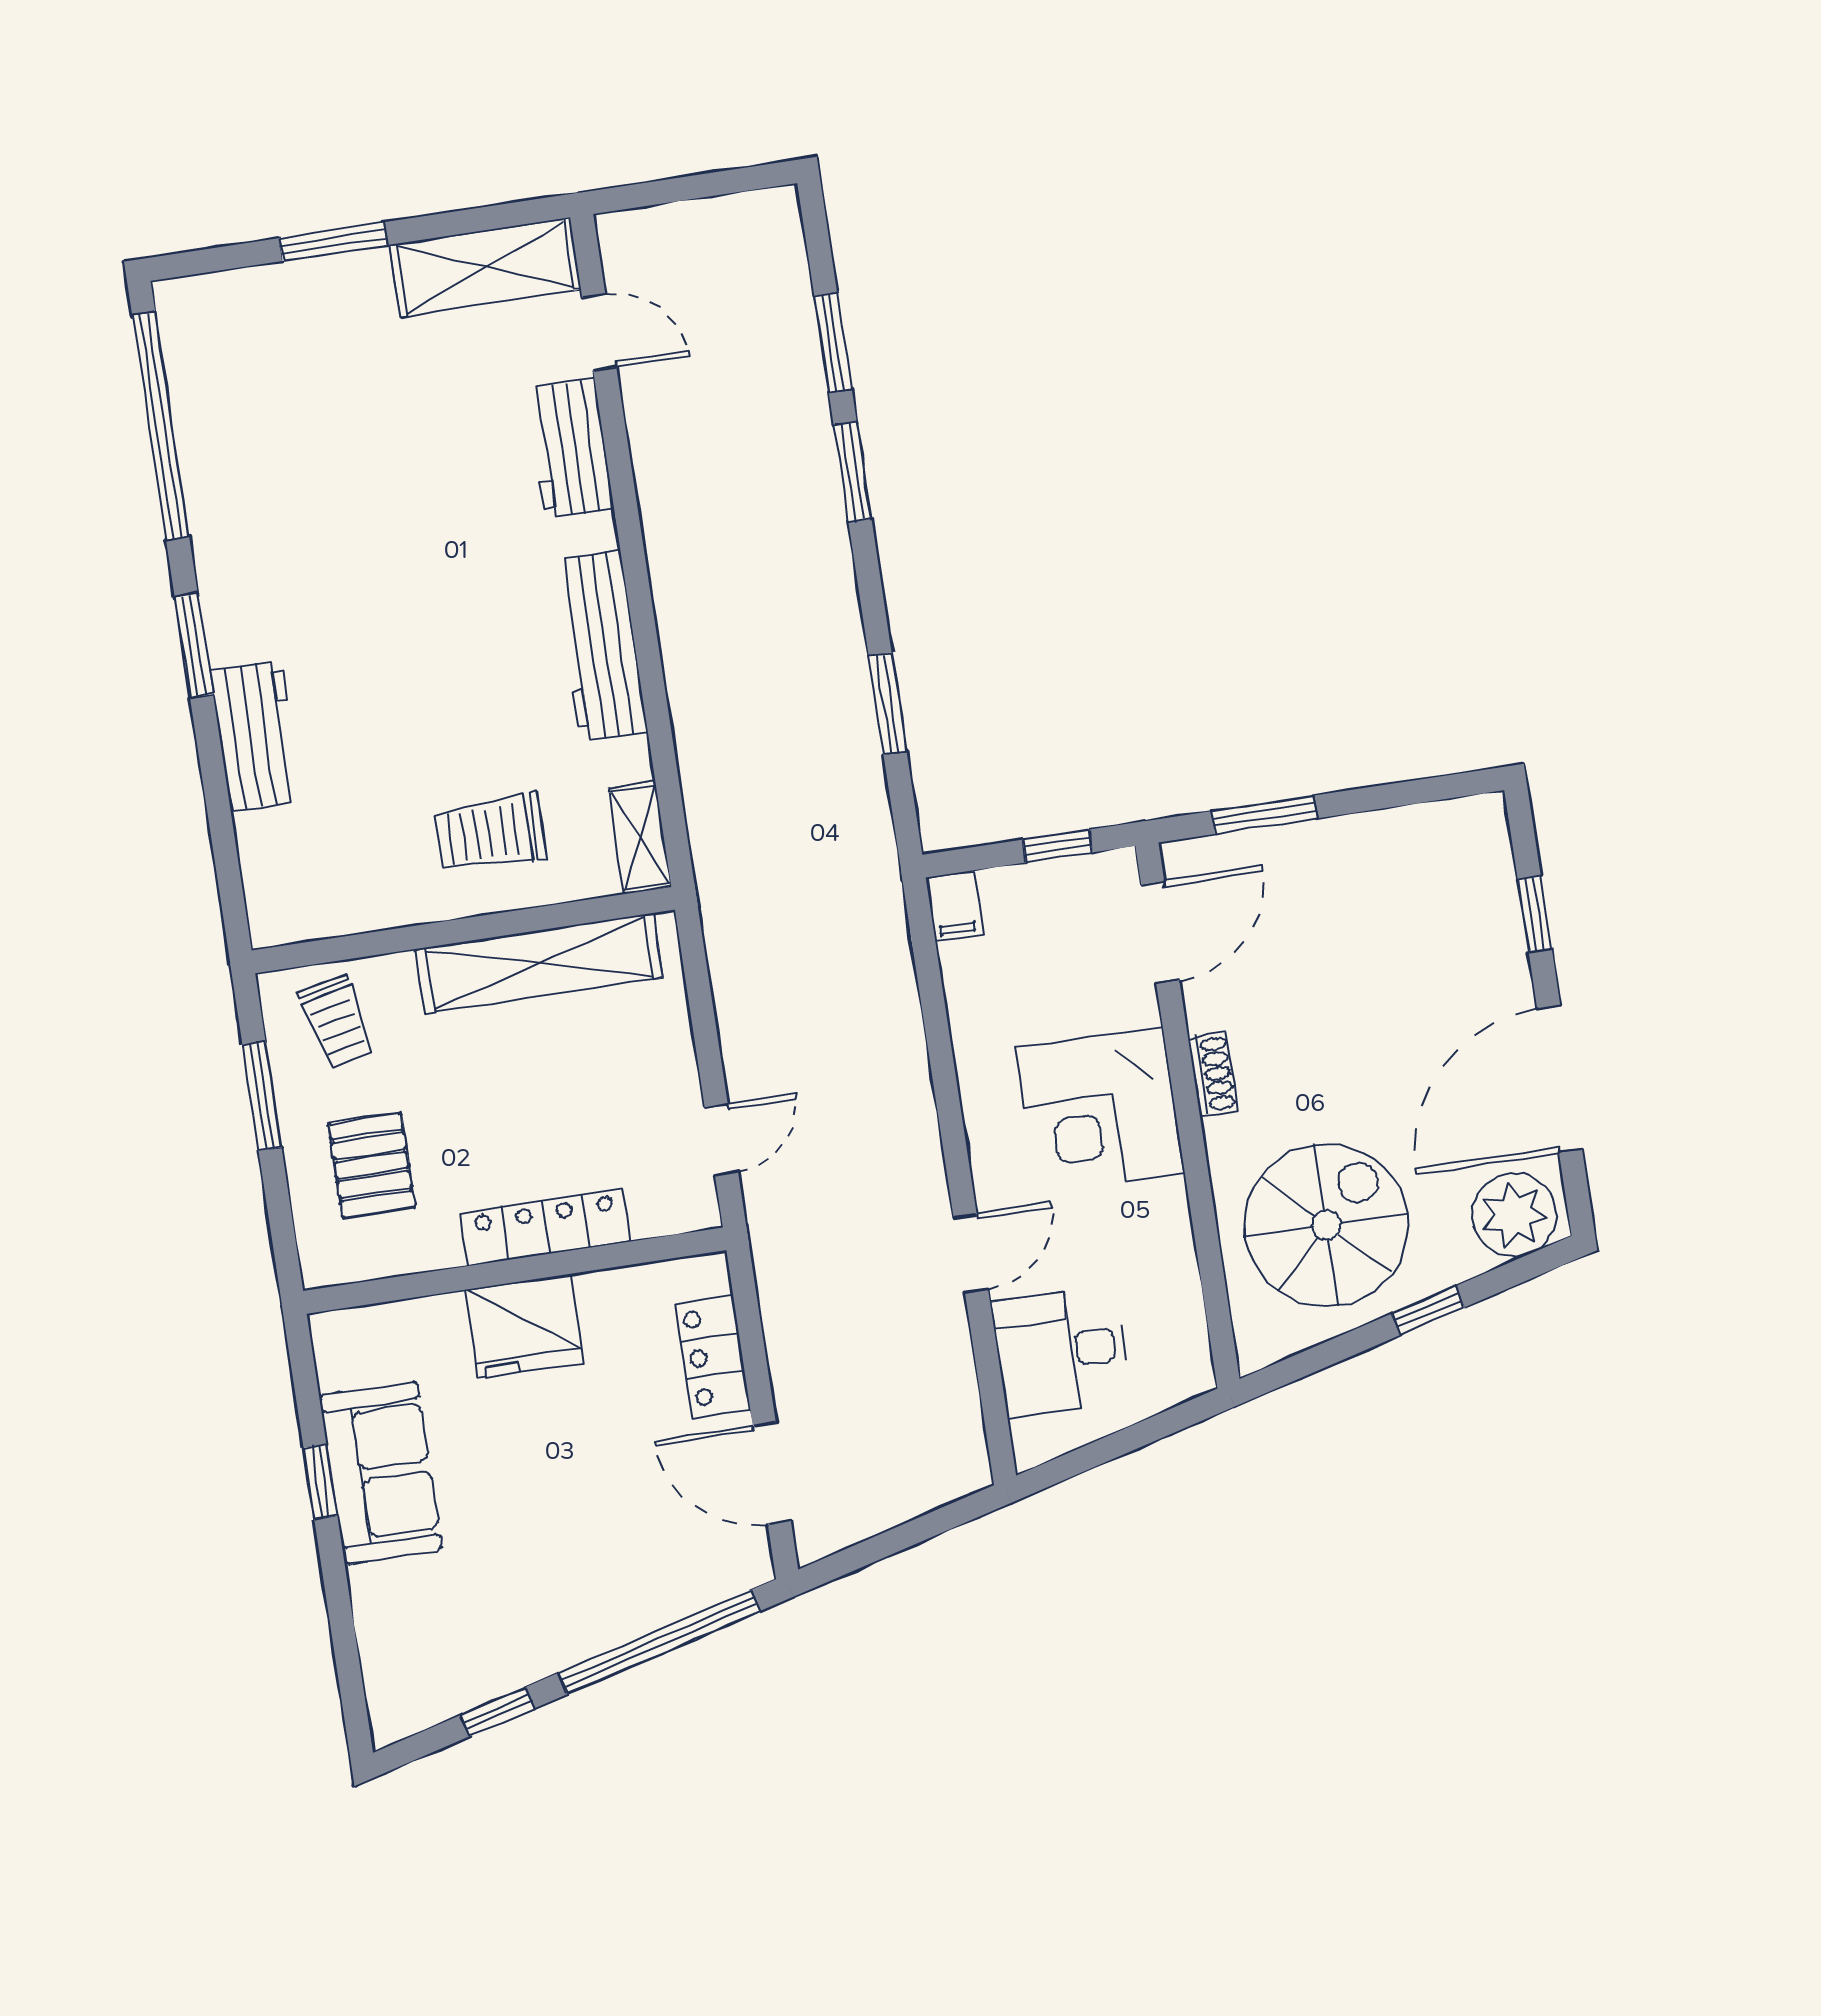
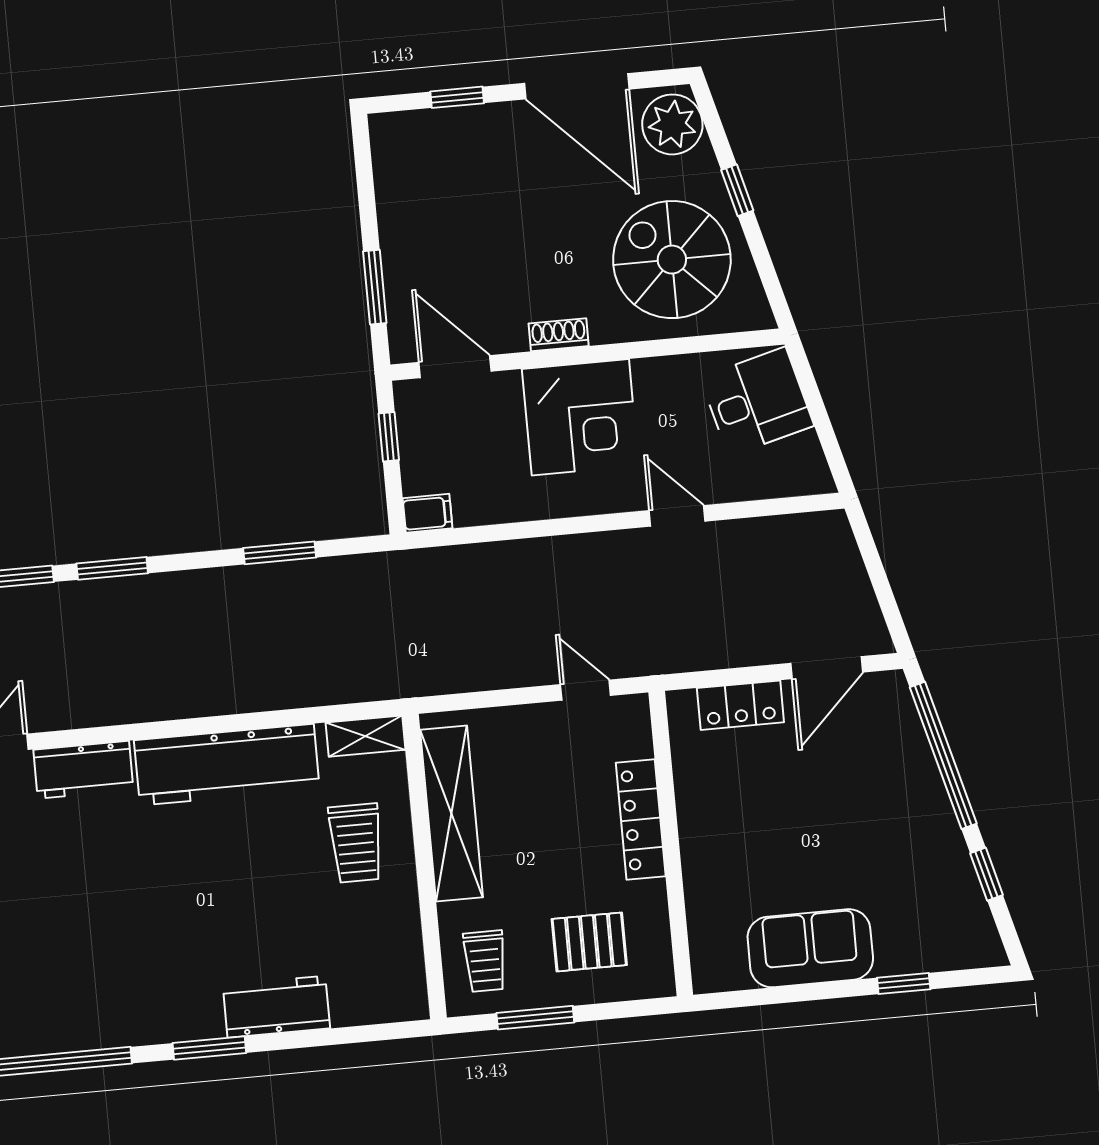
workbench: (600, 646) -> (227, 765), width x1.36, depth x1.32
trolley: (337, 1022) -> (485, 961), turned 103
fridge: (524, 1326) -> (711, 839), removed
desk: (1061, 1352) -> (757, 402), moved, turned -105
window: (320, 1481) -> (904, 984), moved

